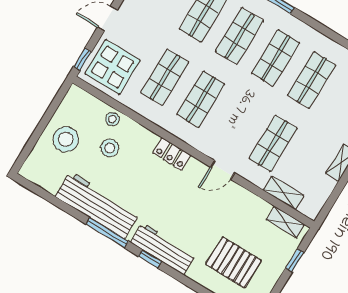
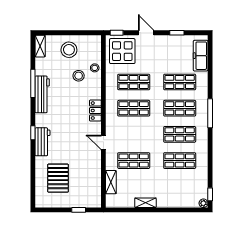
workbench: (97, 205) -> (42, 94), width x0.73, depth x0.76
shelving: (285, 222) -> (40, 46), moved
window: (107, 233) -> (33, 83), moved
workbench: (163, 249) -> (42, 142), width x0.73

